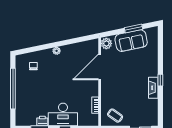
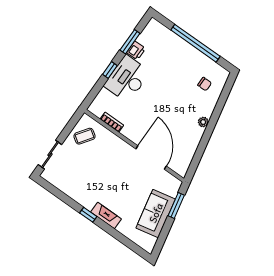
window: (133, 28) -> (176, 206), moved
plant: (106, 43) -> (172, 184), removed
fireplace: (153, 88) -> (106, 215), moved

